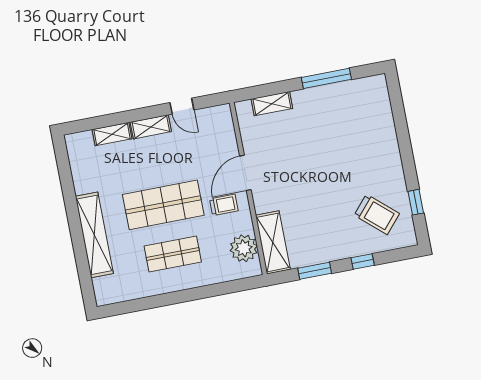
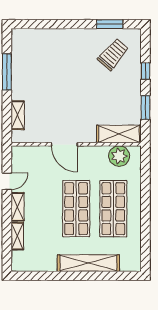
window: (416, 202) -> (110, 24), width x1.50
trolley: (224, 205) -> (85, 164), removed
shop shelf: (173, 254) -> (113, 209), width x1.43, depth x1.36

